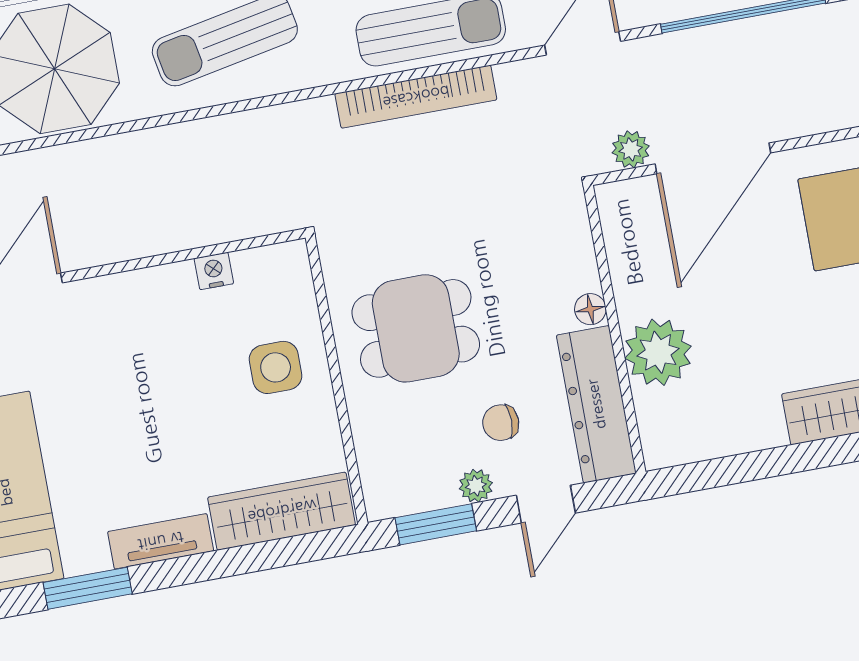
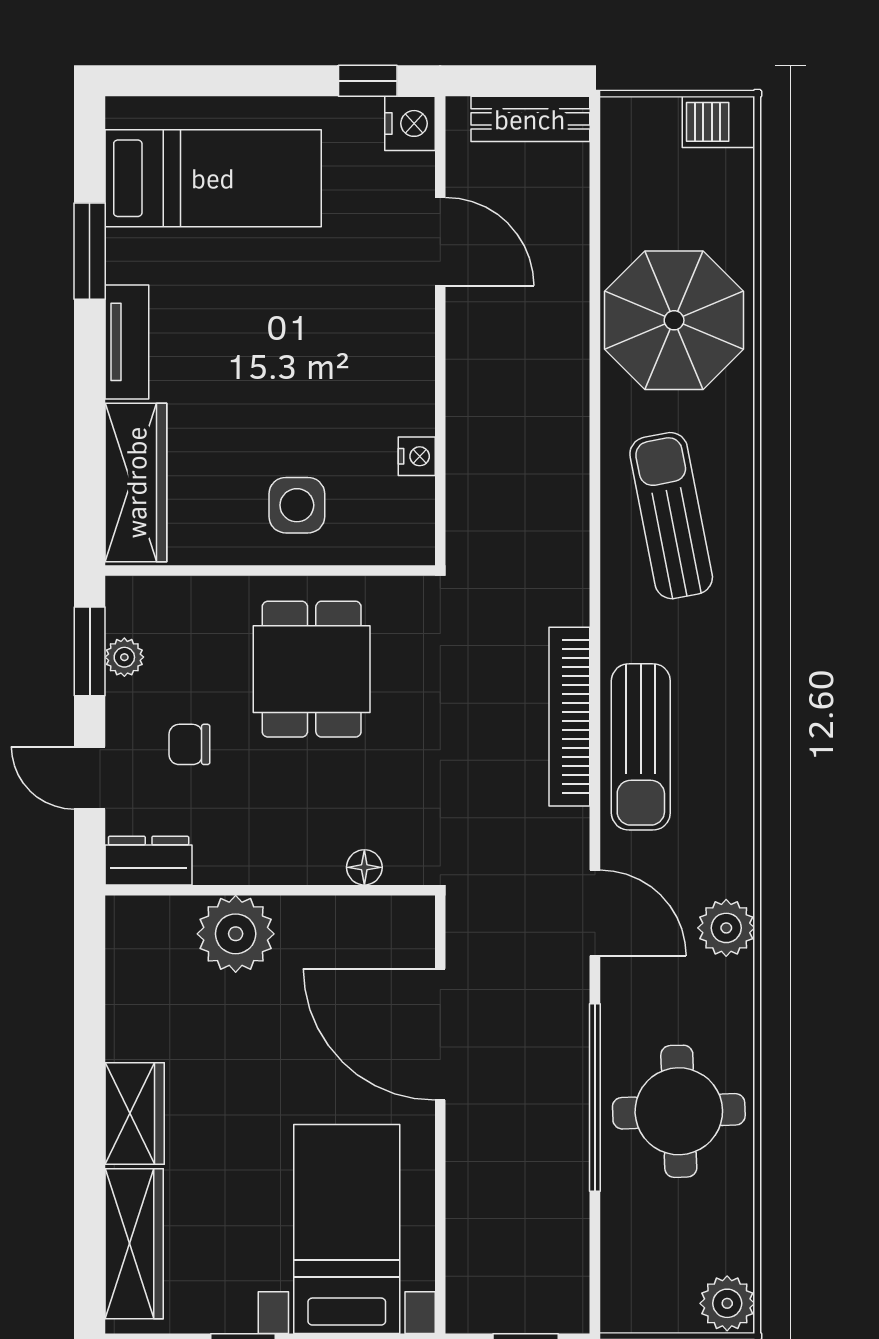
plant: (631, 149) -> (467, 945), removed
floor lamp: (590, 309) -> (364, 867), moved
dresser: (596, 404) -> (149, 861), width x0.51, depth x0.80
chair: (501, 423) -> (189, 744), turned -90
plant: (476, 486) -> (124, 657), moved

